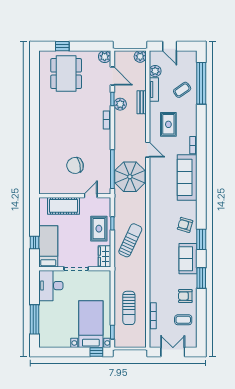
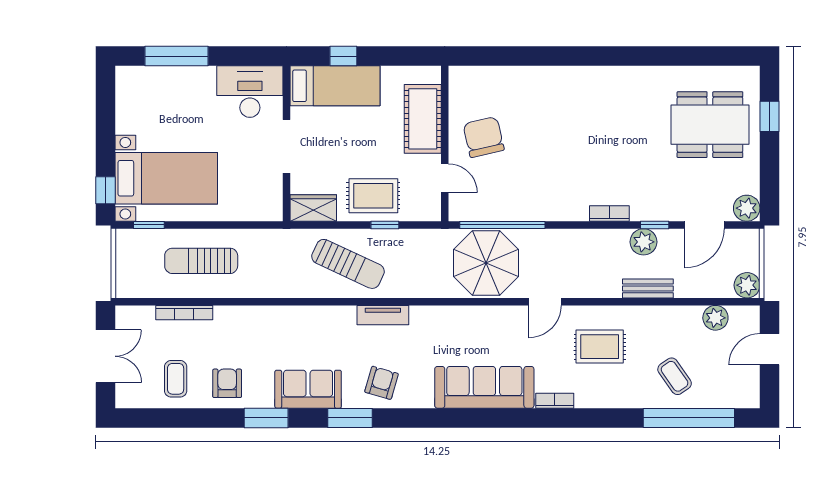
tv unit: (154, 90) -> (383, 315), moved
chair: (75, 165) -> (484, 137), moved

